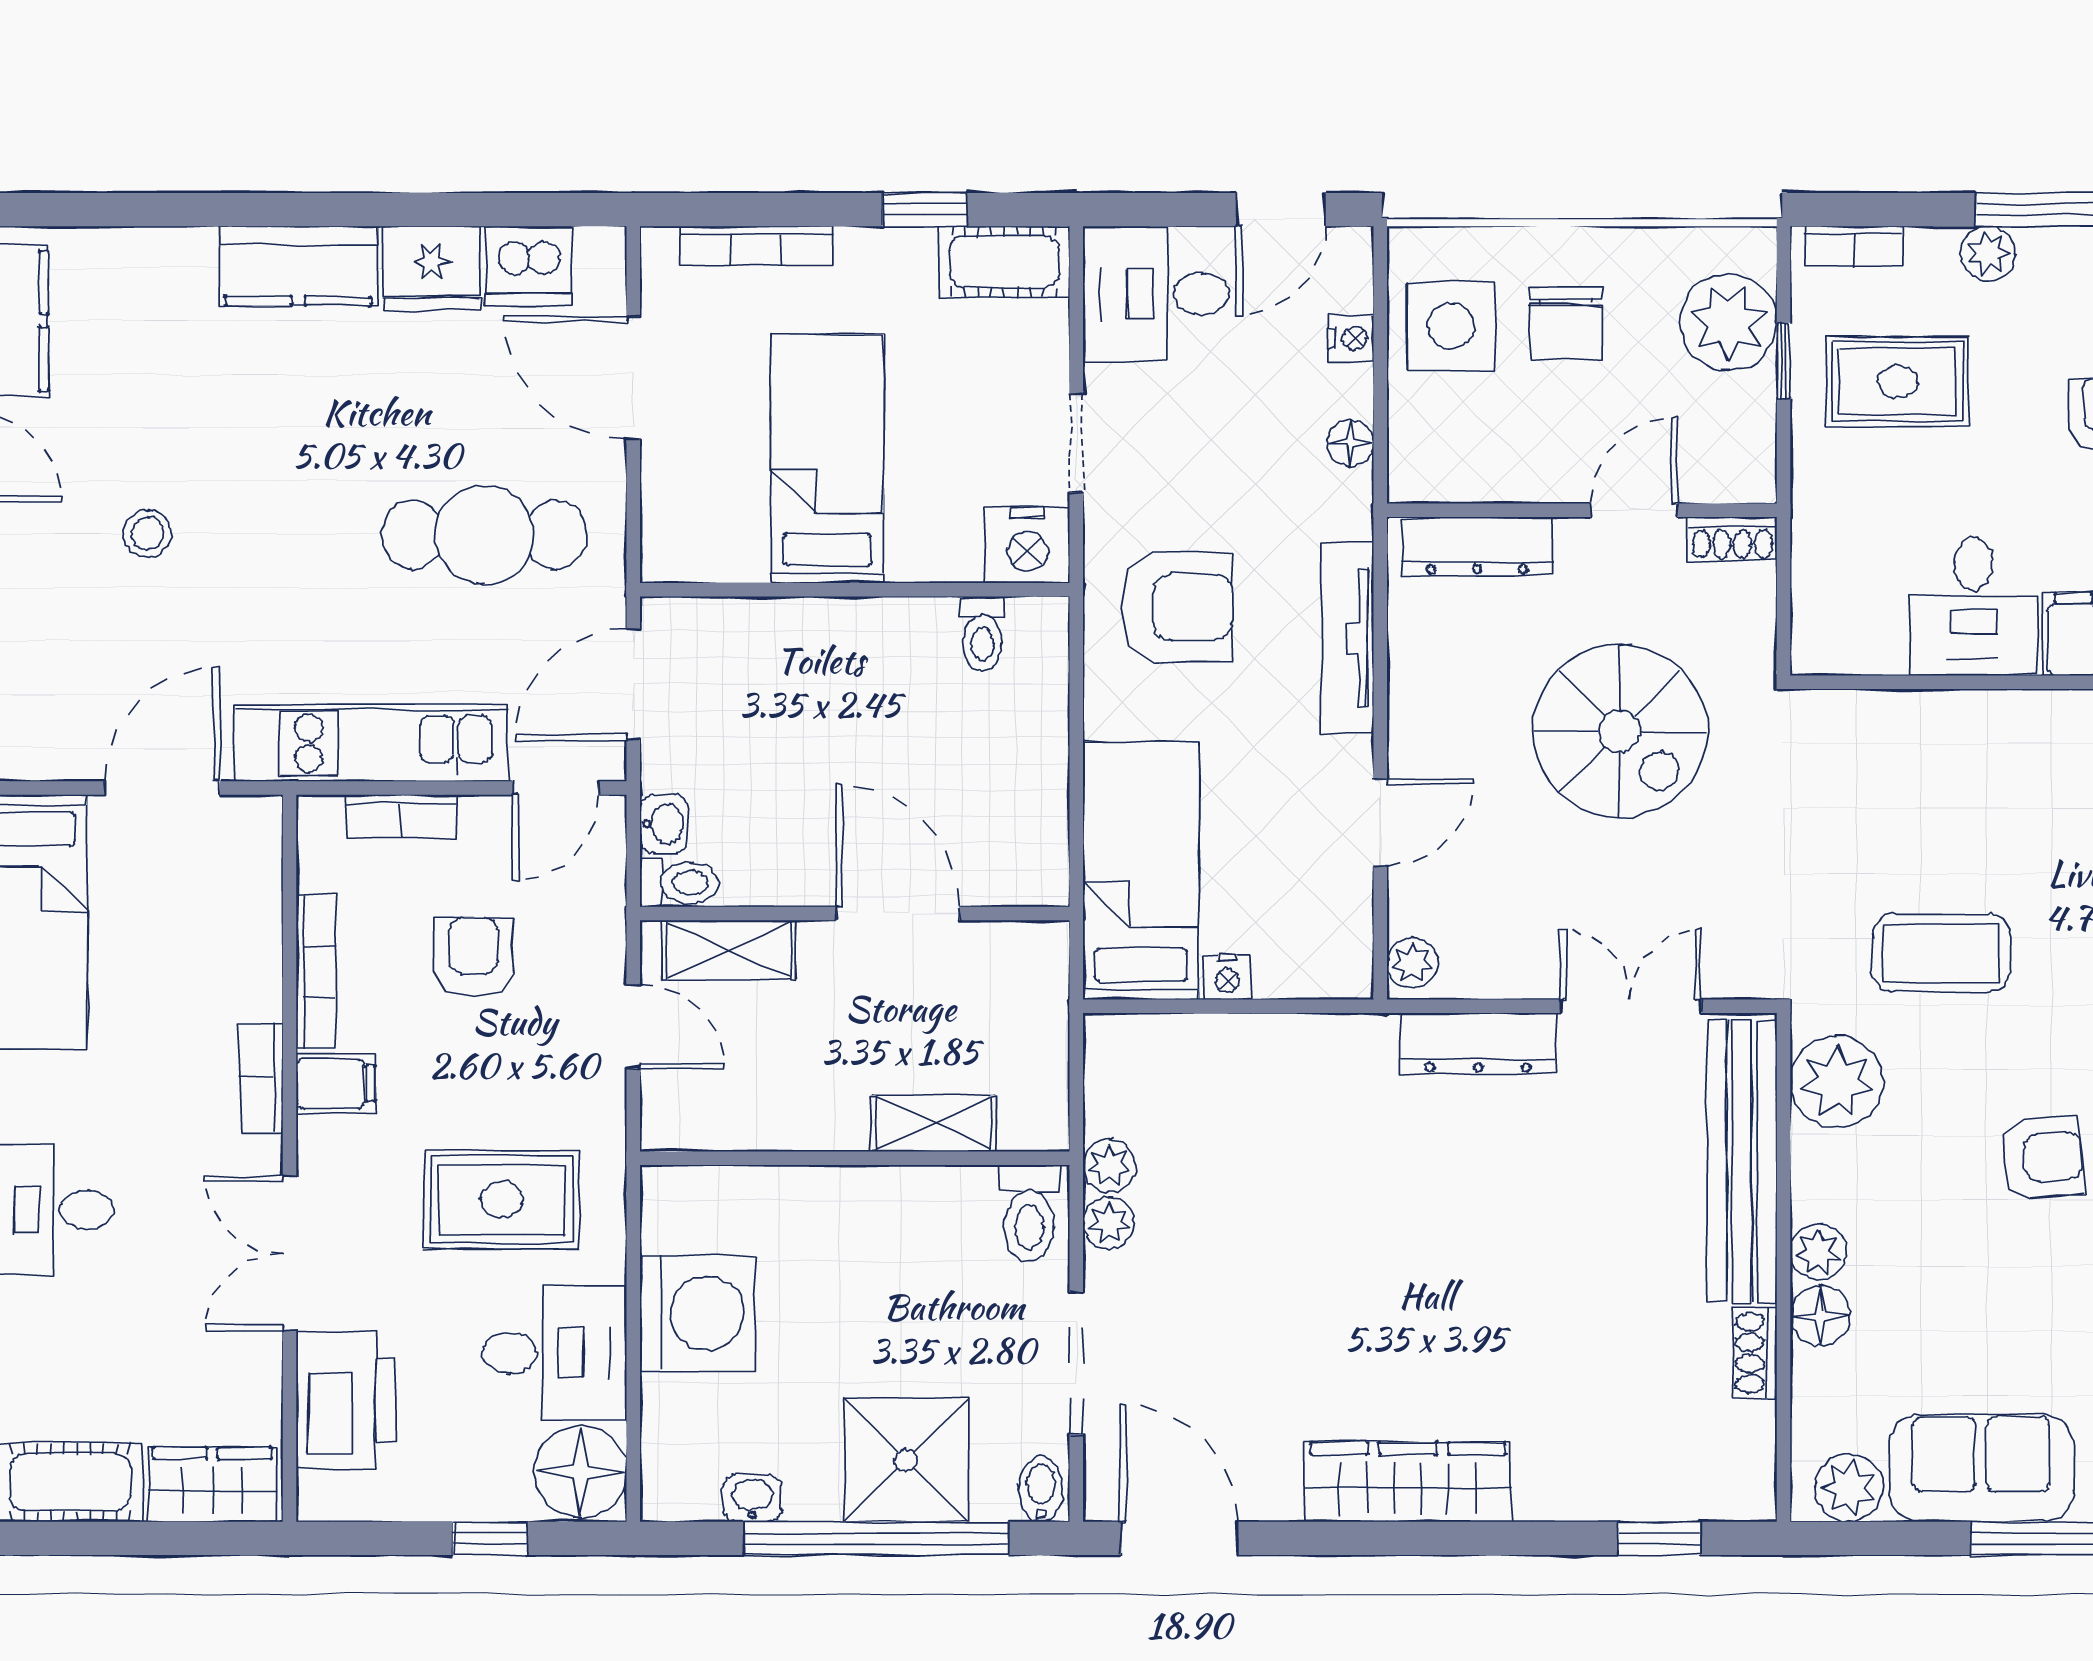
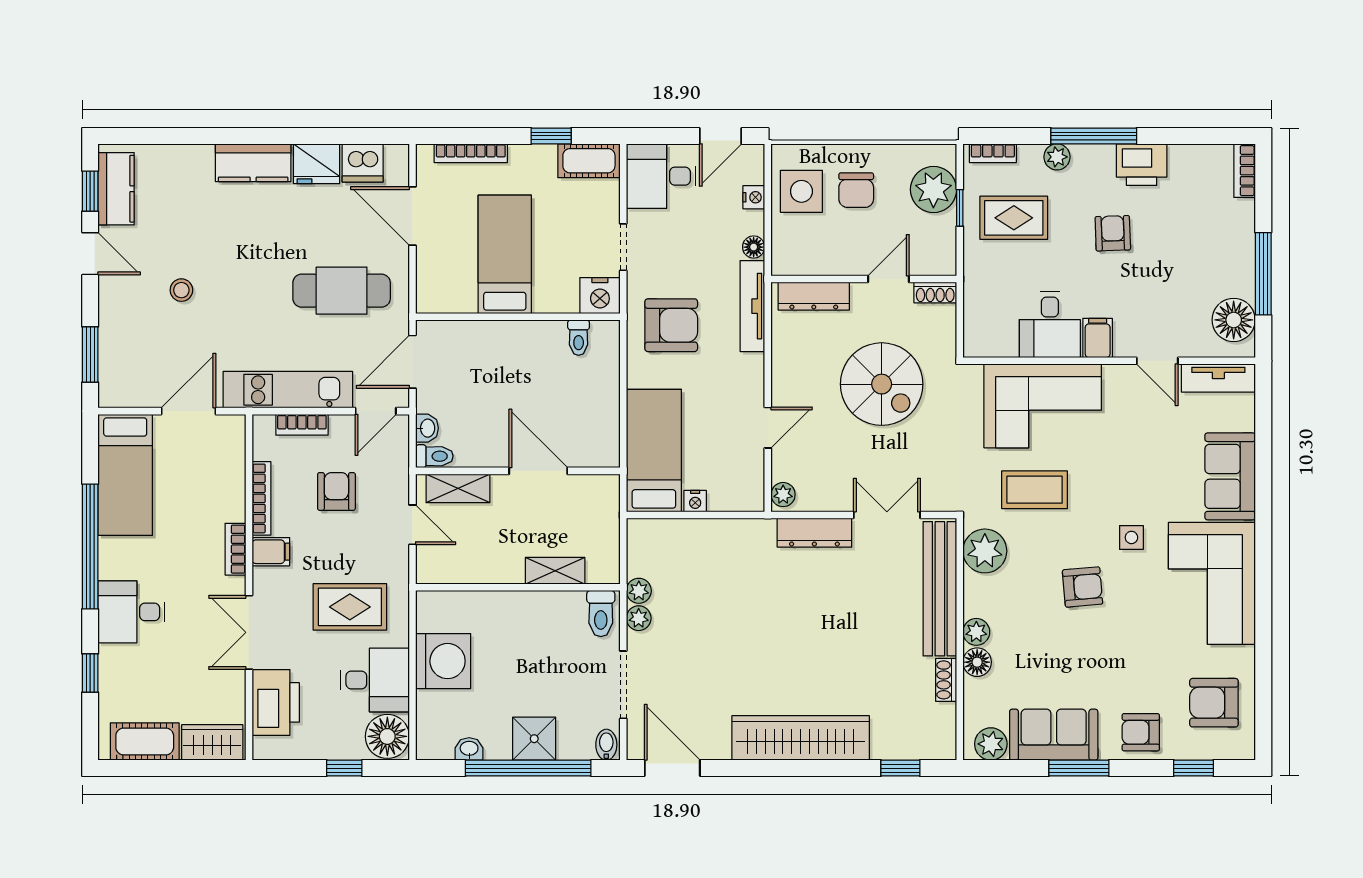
tv unit: (1348, 638) -> (752, 306), moved
corner sofa: (1958, 777) -> (1043, 406), added
shower: (906, 1460) -> (534, 739), width x0.73, depth x0.73
wardrobe: (1408, 1482) -> (801, 738), width x1.40, depth x1.17

